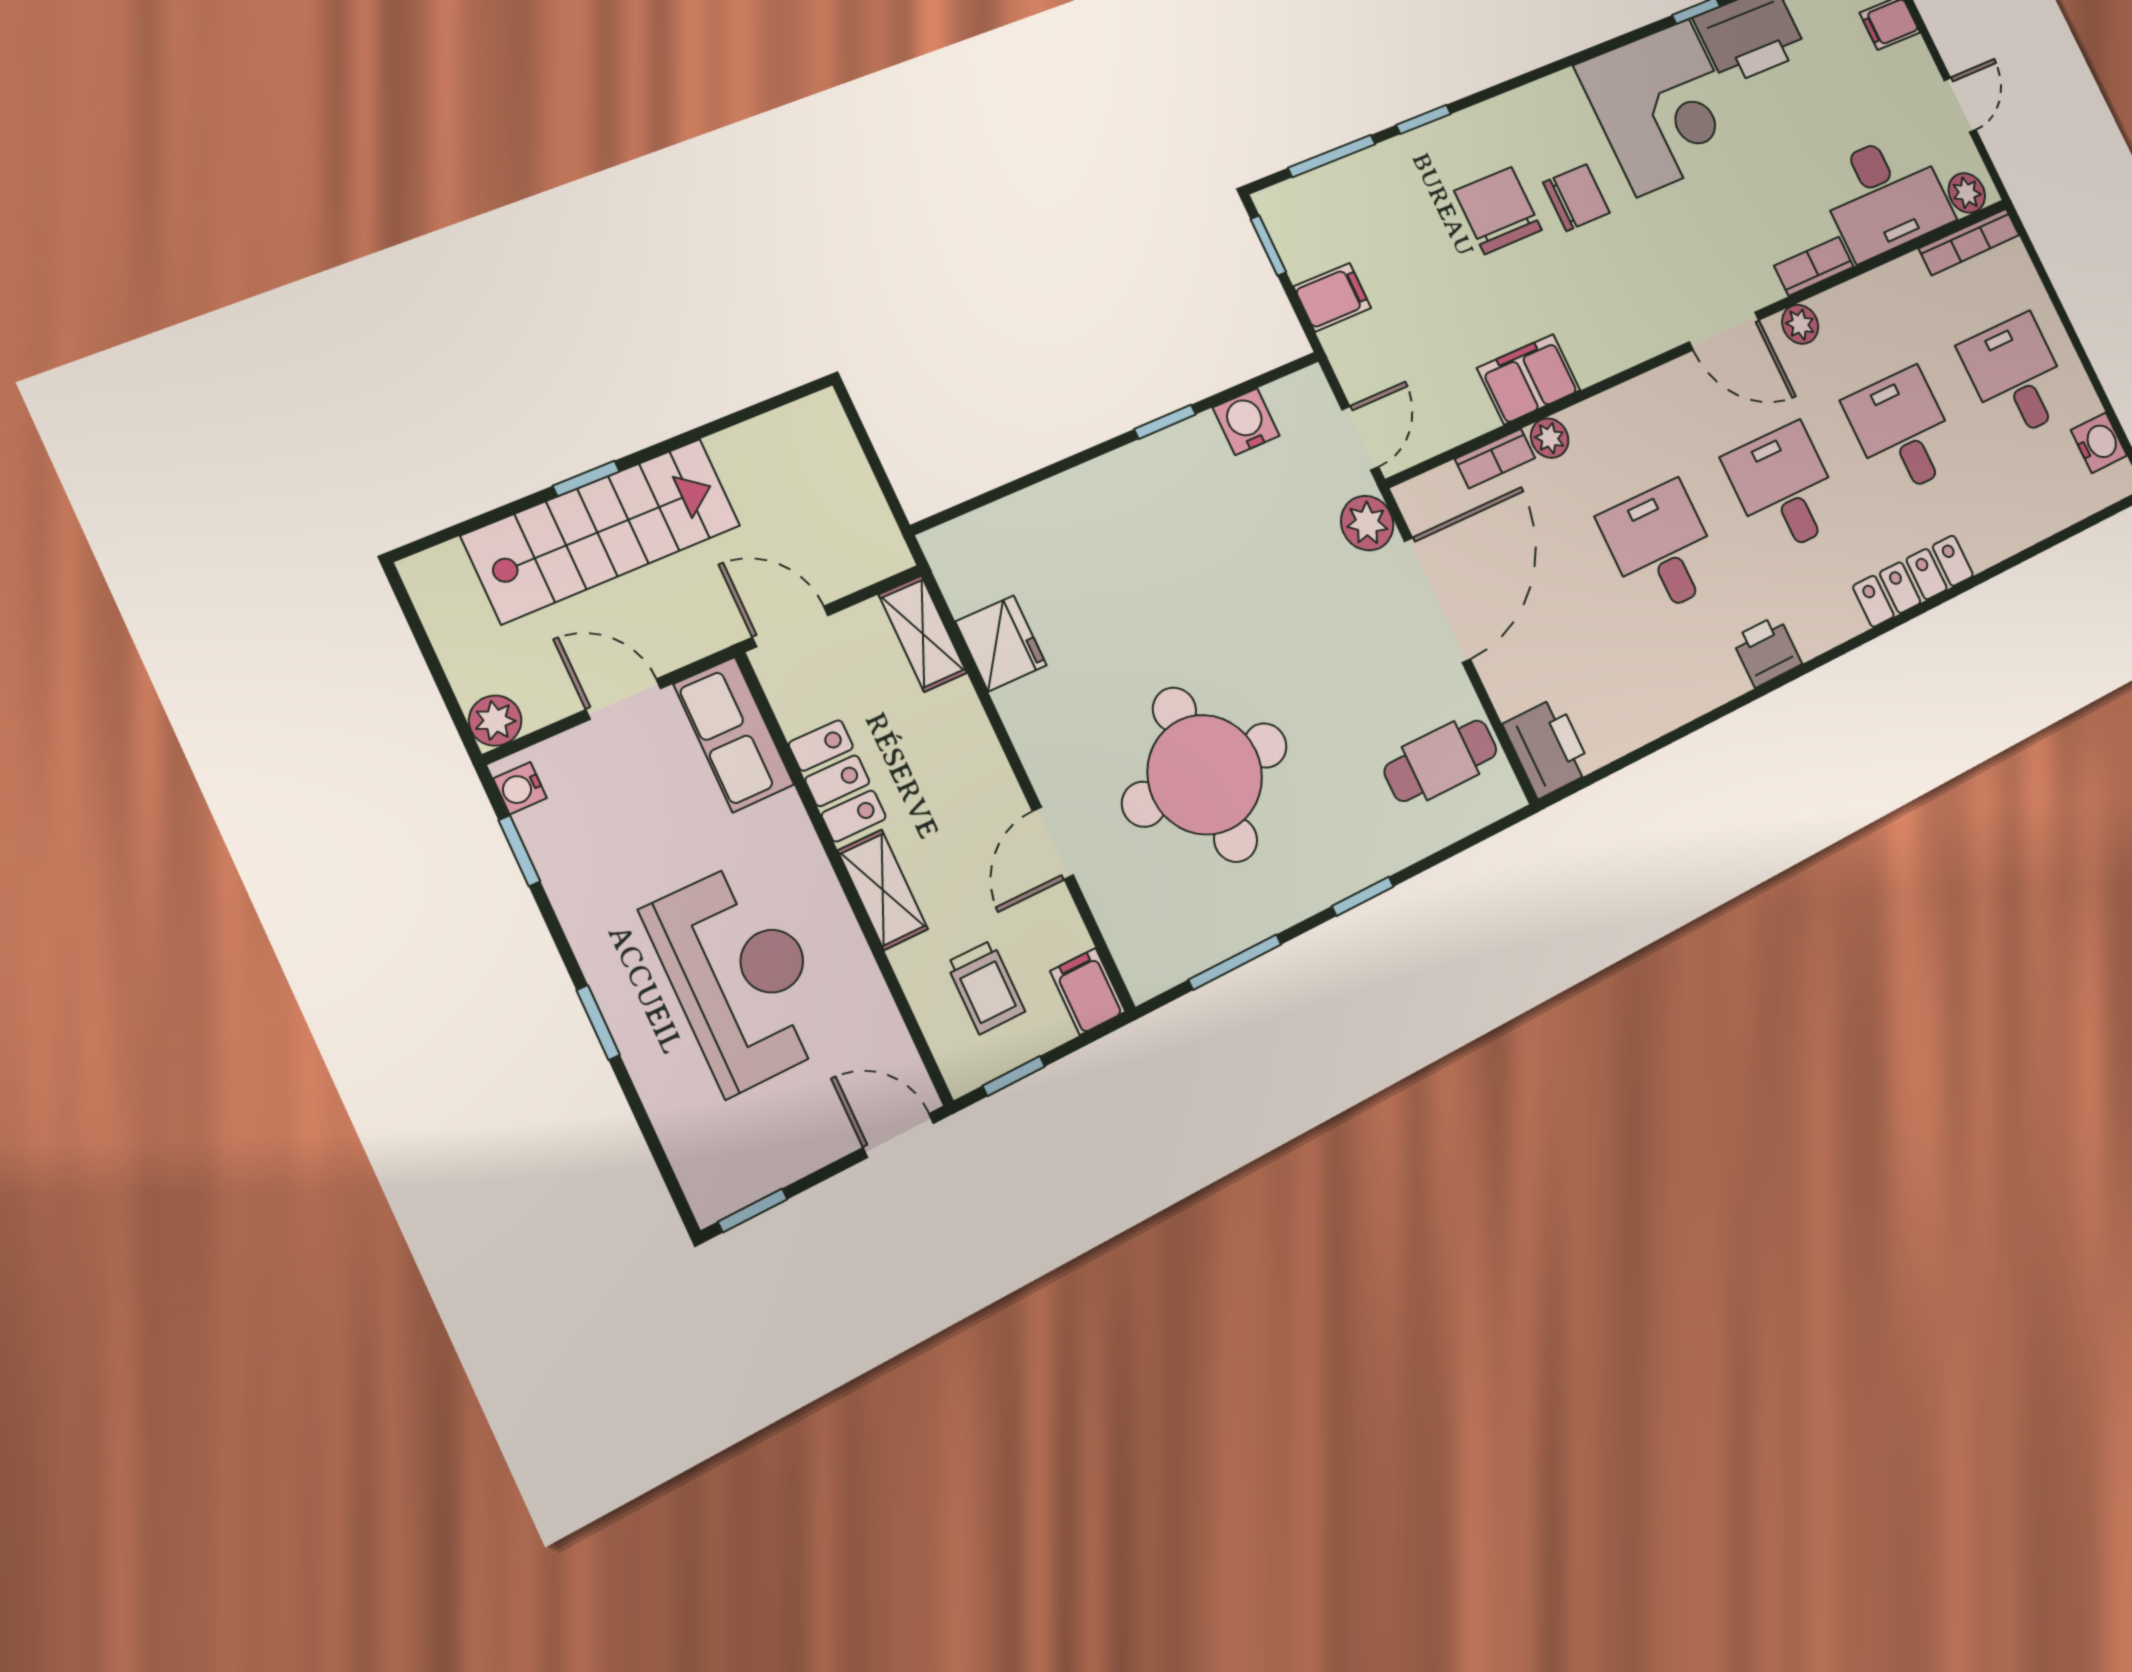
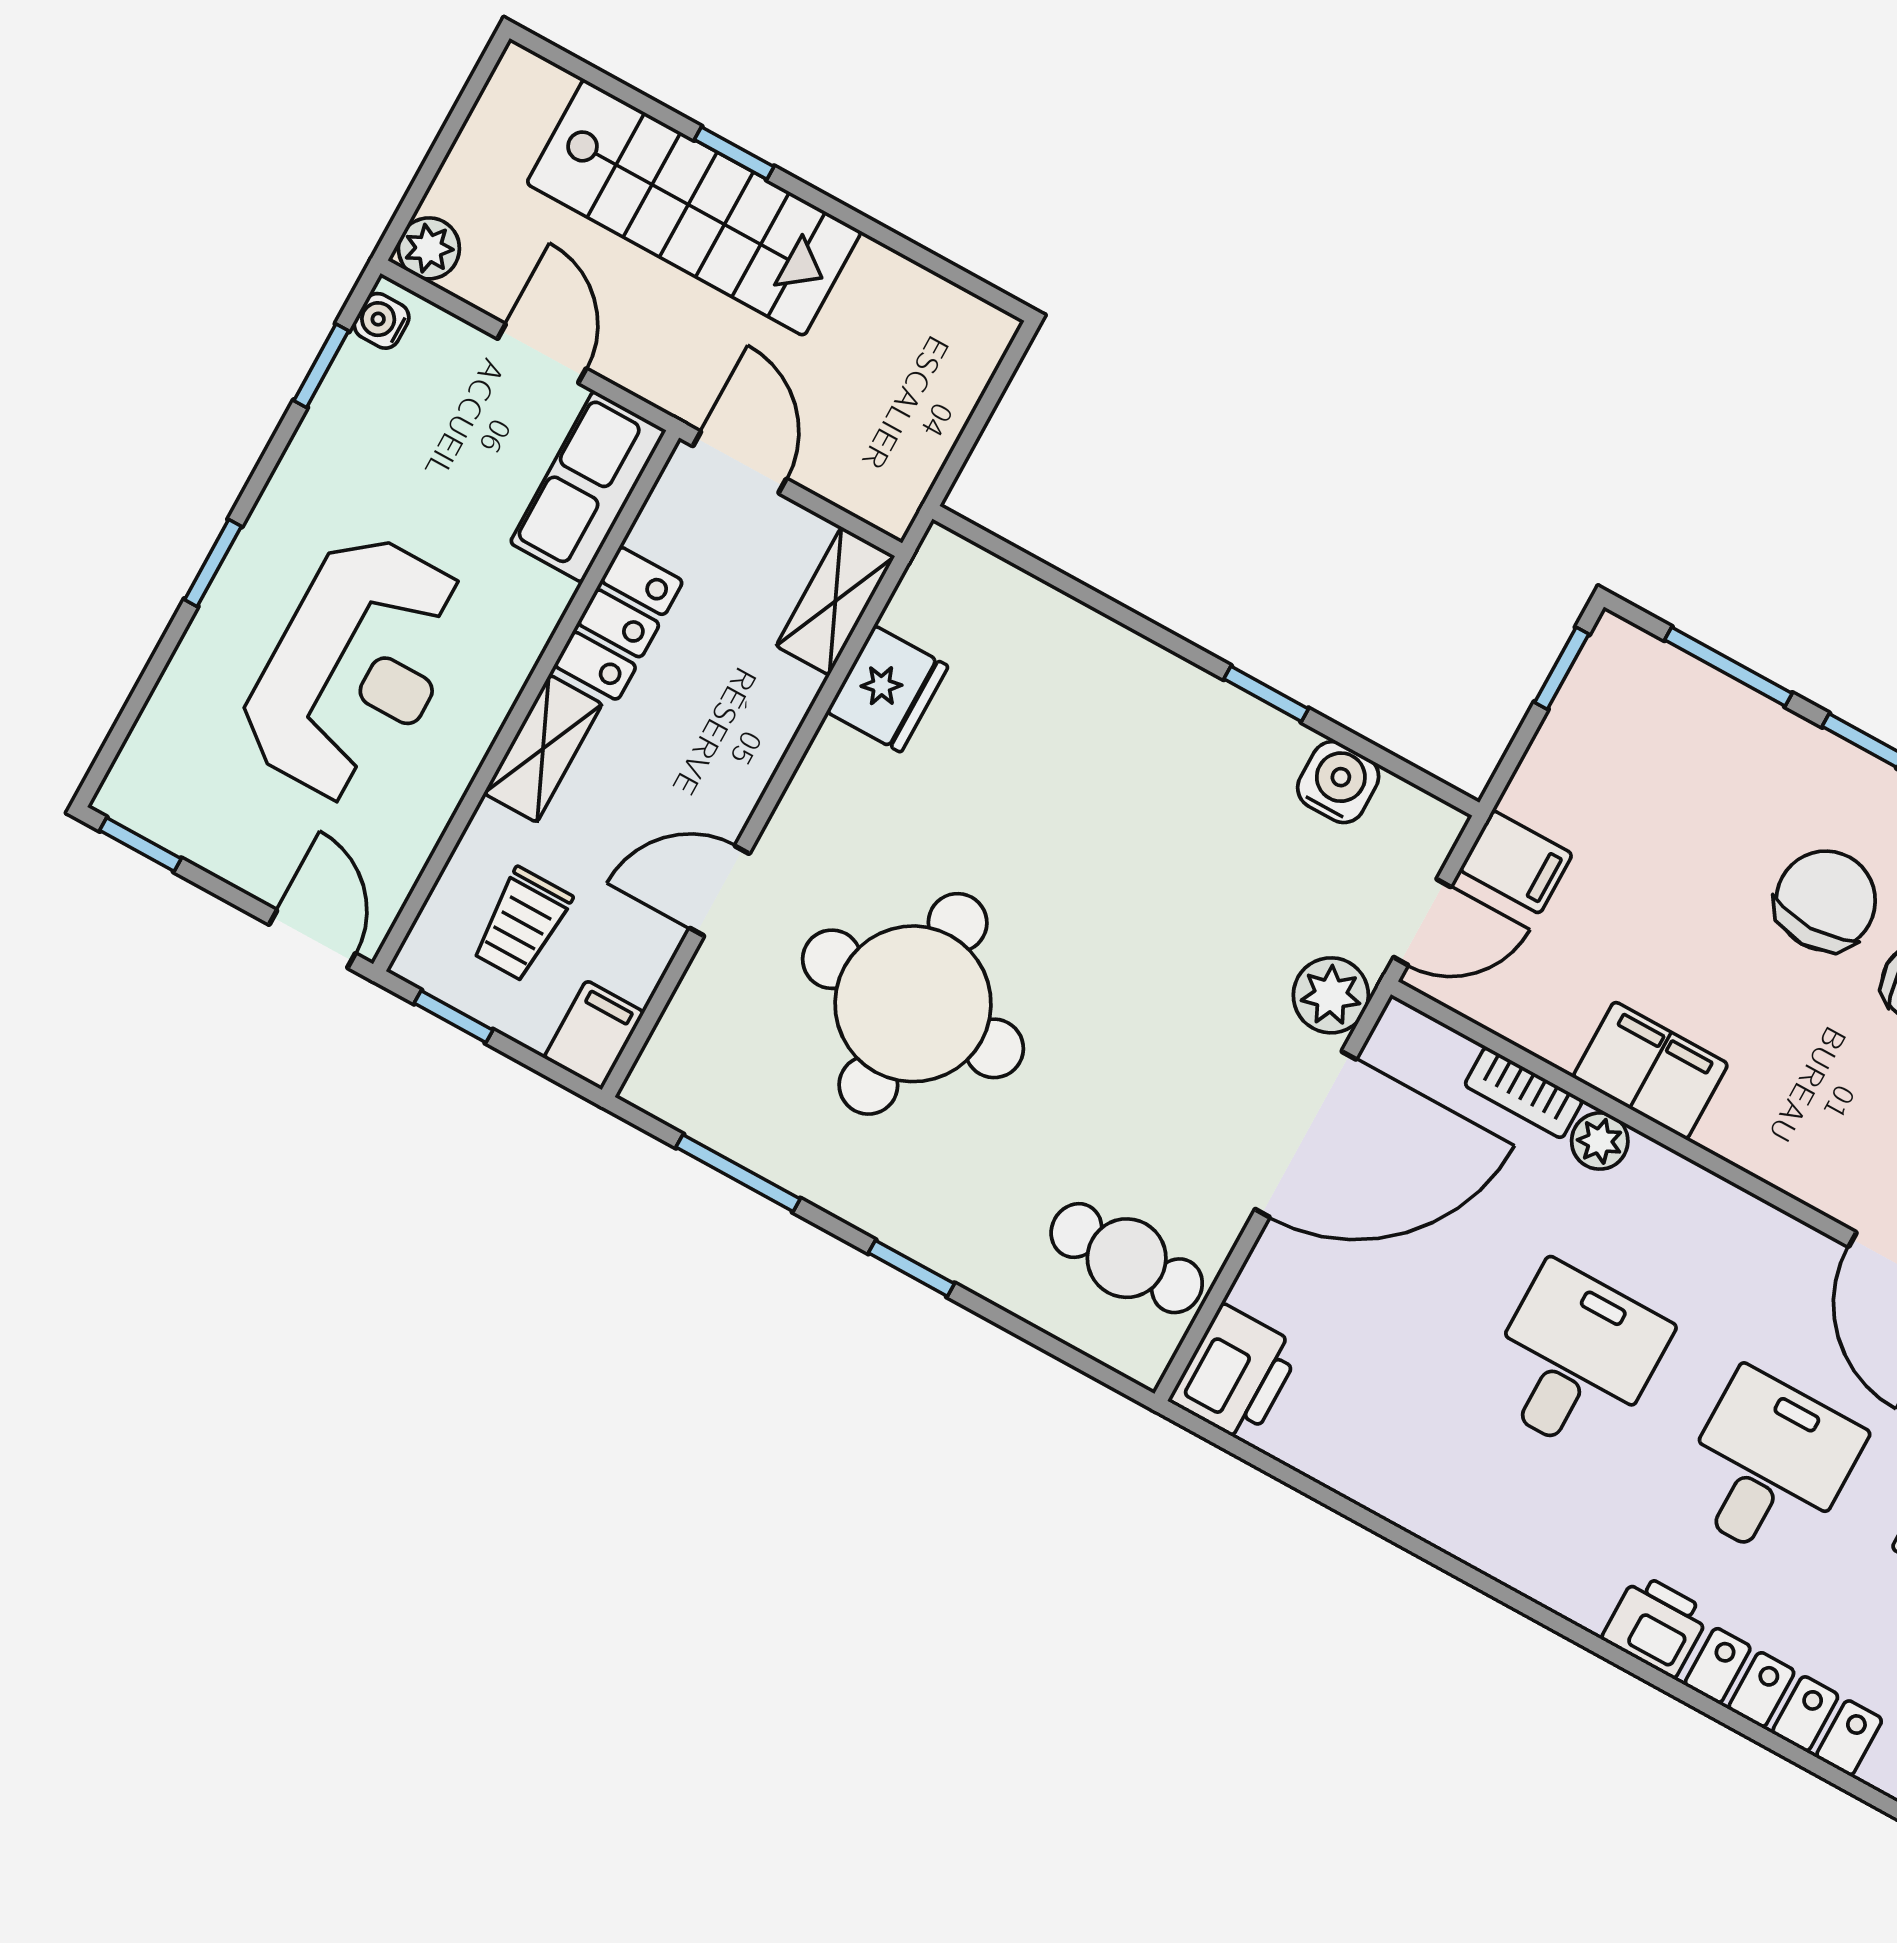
filing cabinet: (1332, 297) -> (1516, 862), moved
printer: (1767, 651) -> (1656, 1625), moved

